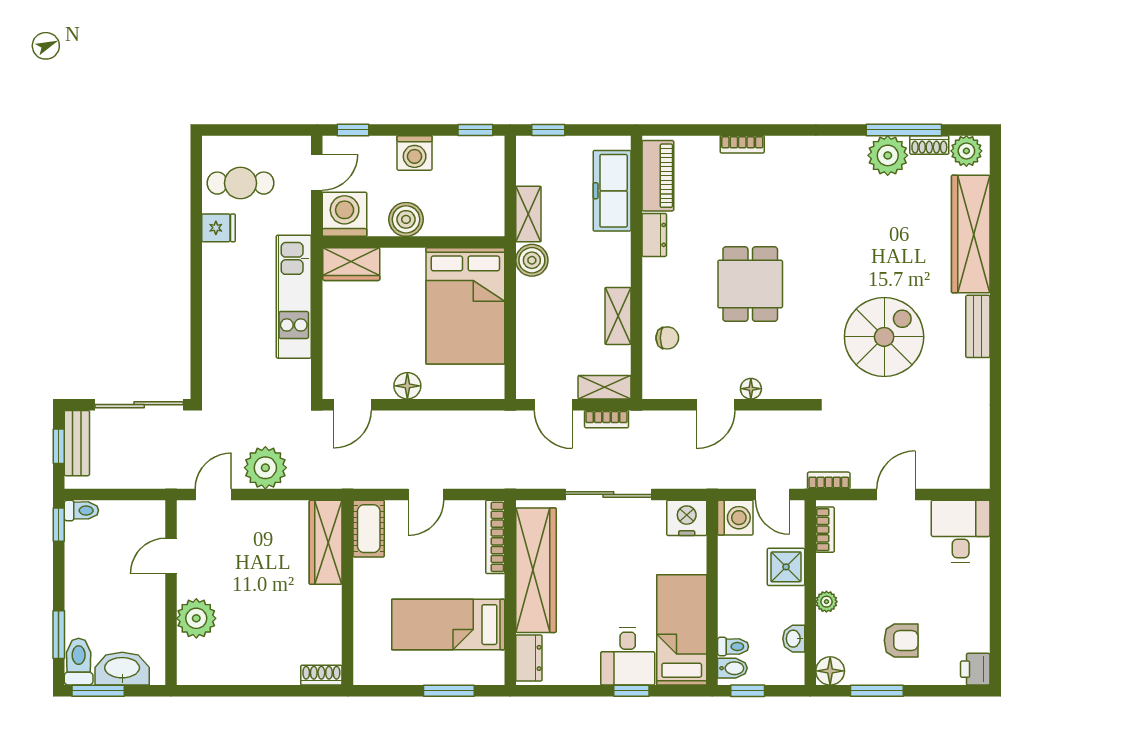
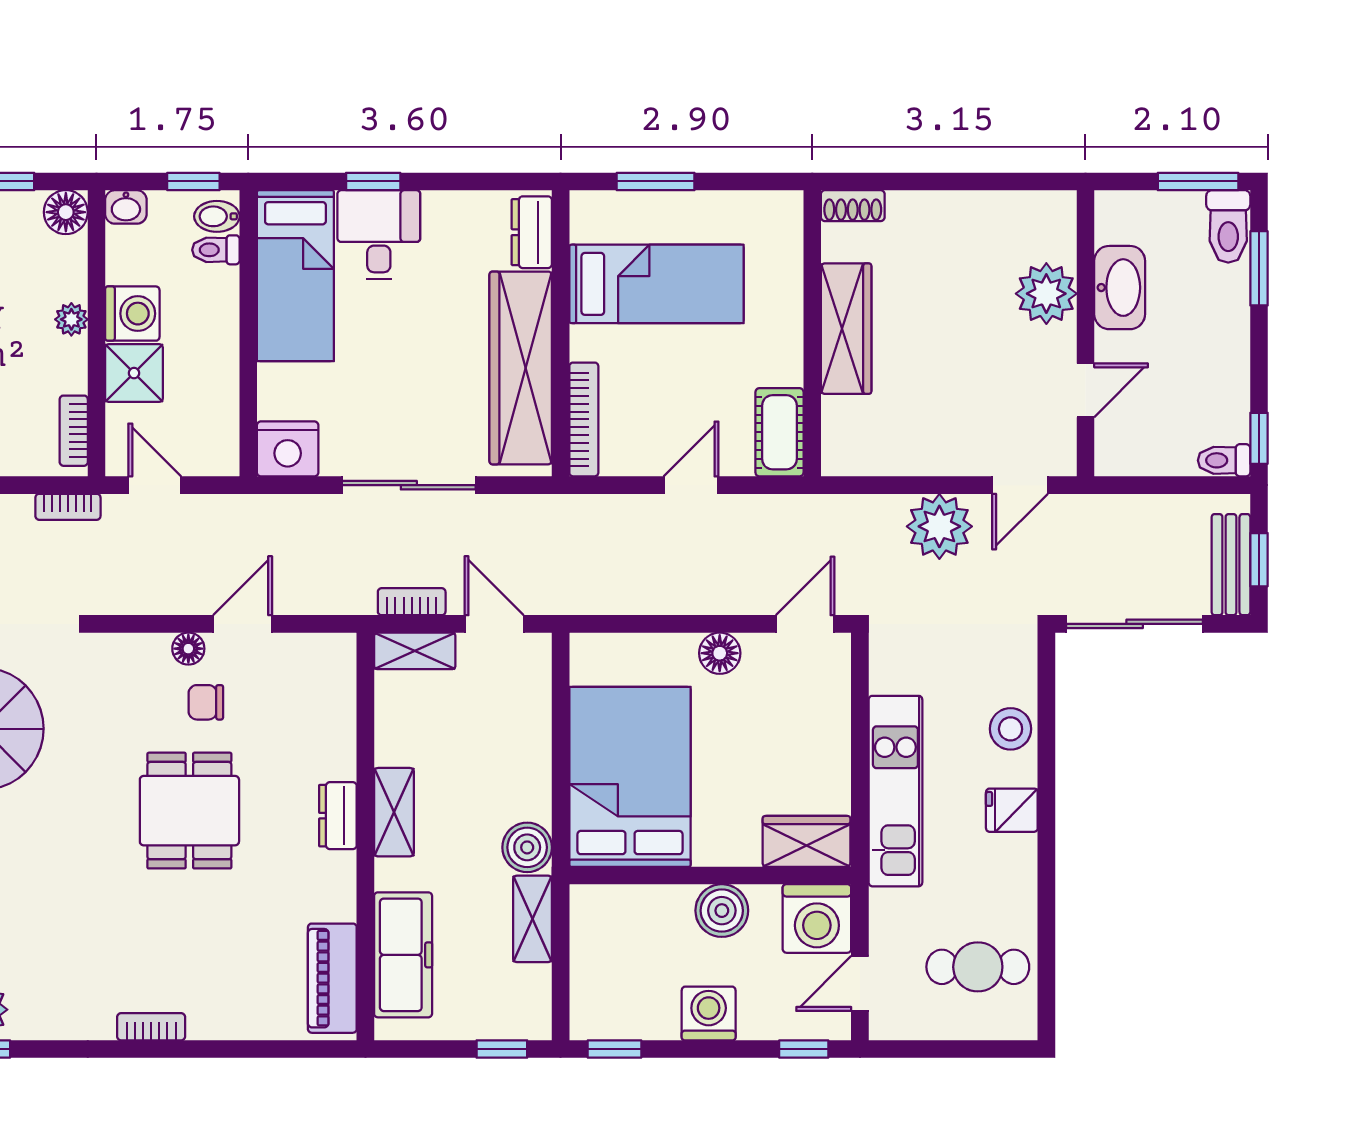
bookcase: (742, 144) -> (151, 1027), moved
fridge: (218, 228) -> (1012, 810), moved
dresser: (654, 235) -> (338, 816), moved
shelving: (618, 316) -> (394, 812), moved
stool: (219, 337) -> (1011, 729), added
chair: (667, 338) -> (206, 702), moved
washing machine: (735, 518) -> (132, 314), moved, turned 180
wardrobe: (326, 542) -> (846, 329), moved
washbasin: (794, 639) -> (126, 207), moved, turned 90
washbasin: (122, 669) -> (1120, 288), moved, turned -90

